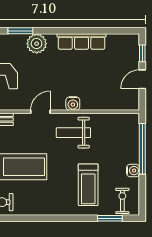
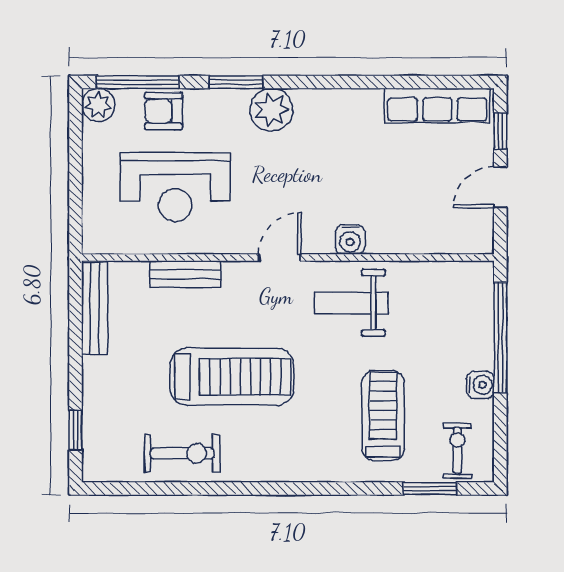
row of seats: (82, 42) -> (437, 105), moved
treadmill: (88, 185) -> (383, 416), turned 180

